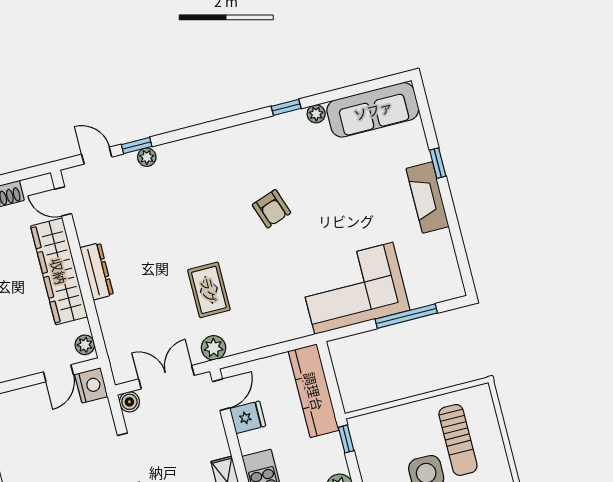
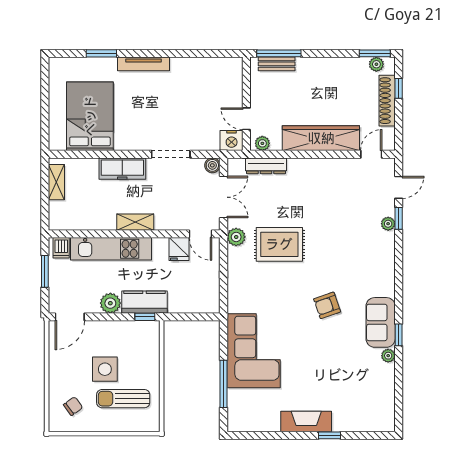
sofa: (373, 110) -> (381, 322), moved, width x0.73
dresser: (97, 271) -> (266, 166), moved
rug: (209, 290) -> (279, 244), width x1.36, depth x1.43
kitchen counter: (314, 391) -> (144, 302), moved, width x0.67

